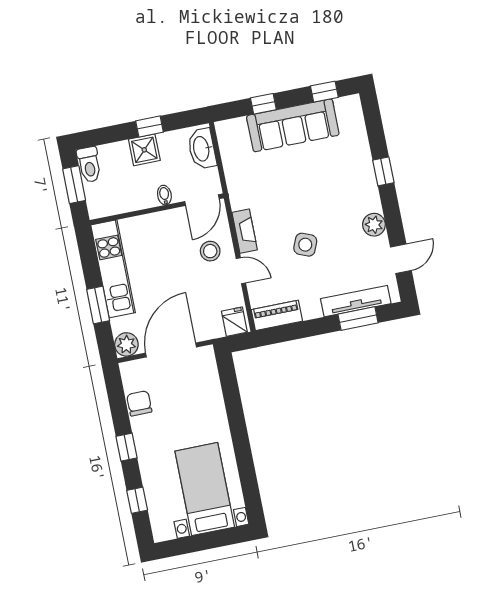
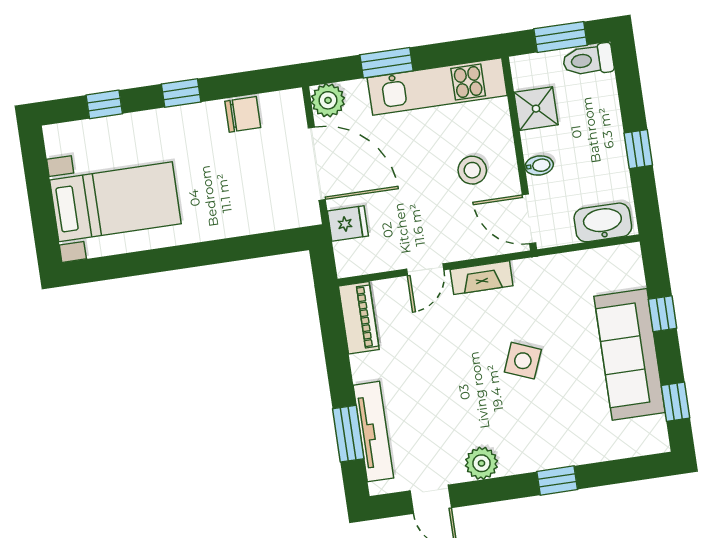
shower: (144, 150) -> (536, 109), moved
side table: (305, 245) -> (523, 361), moved
stool: (210, 251) -> (472, 170), moved
fridge: (234, 322) -> (348, 224), moved

